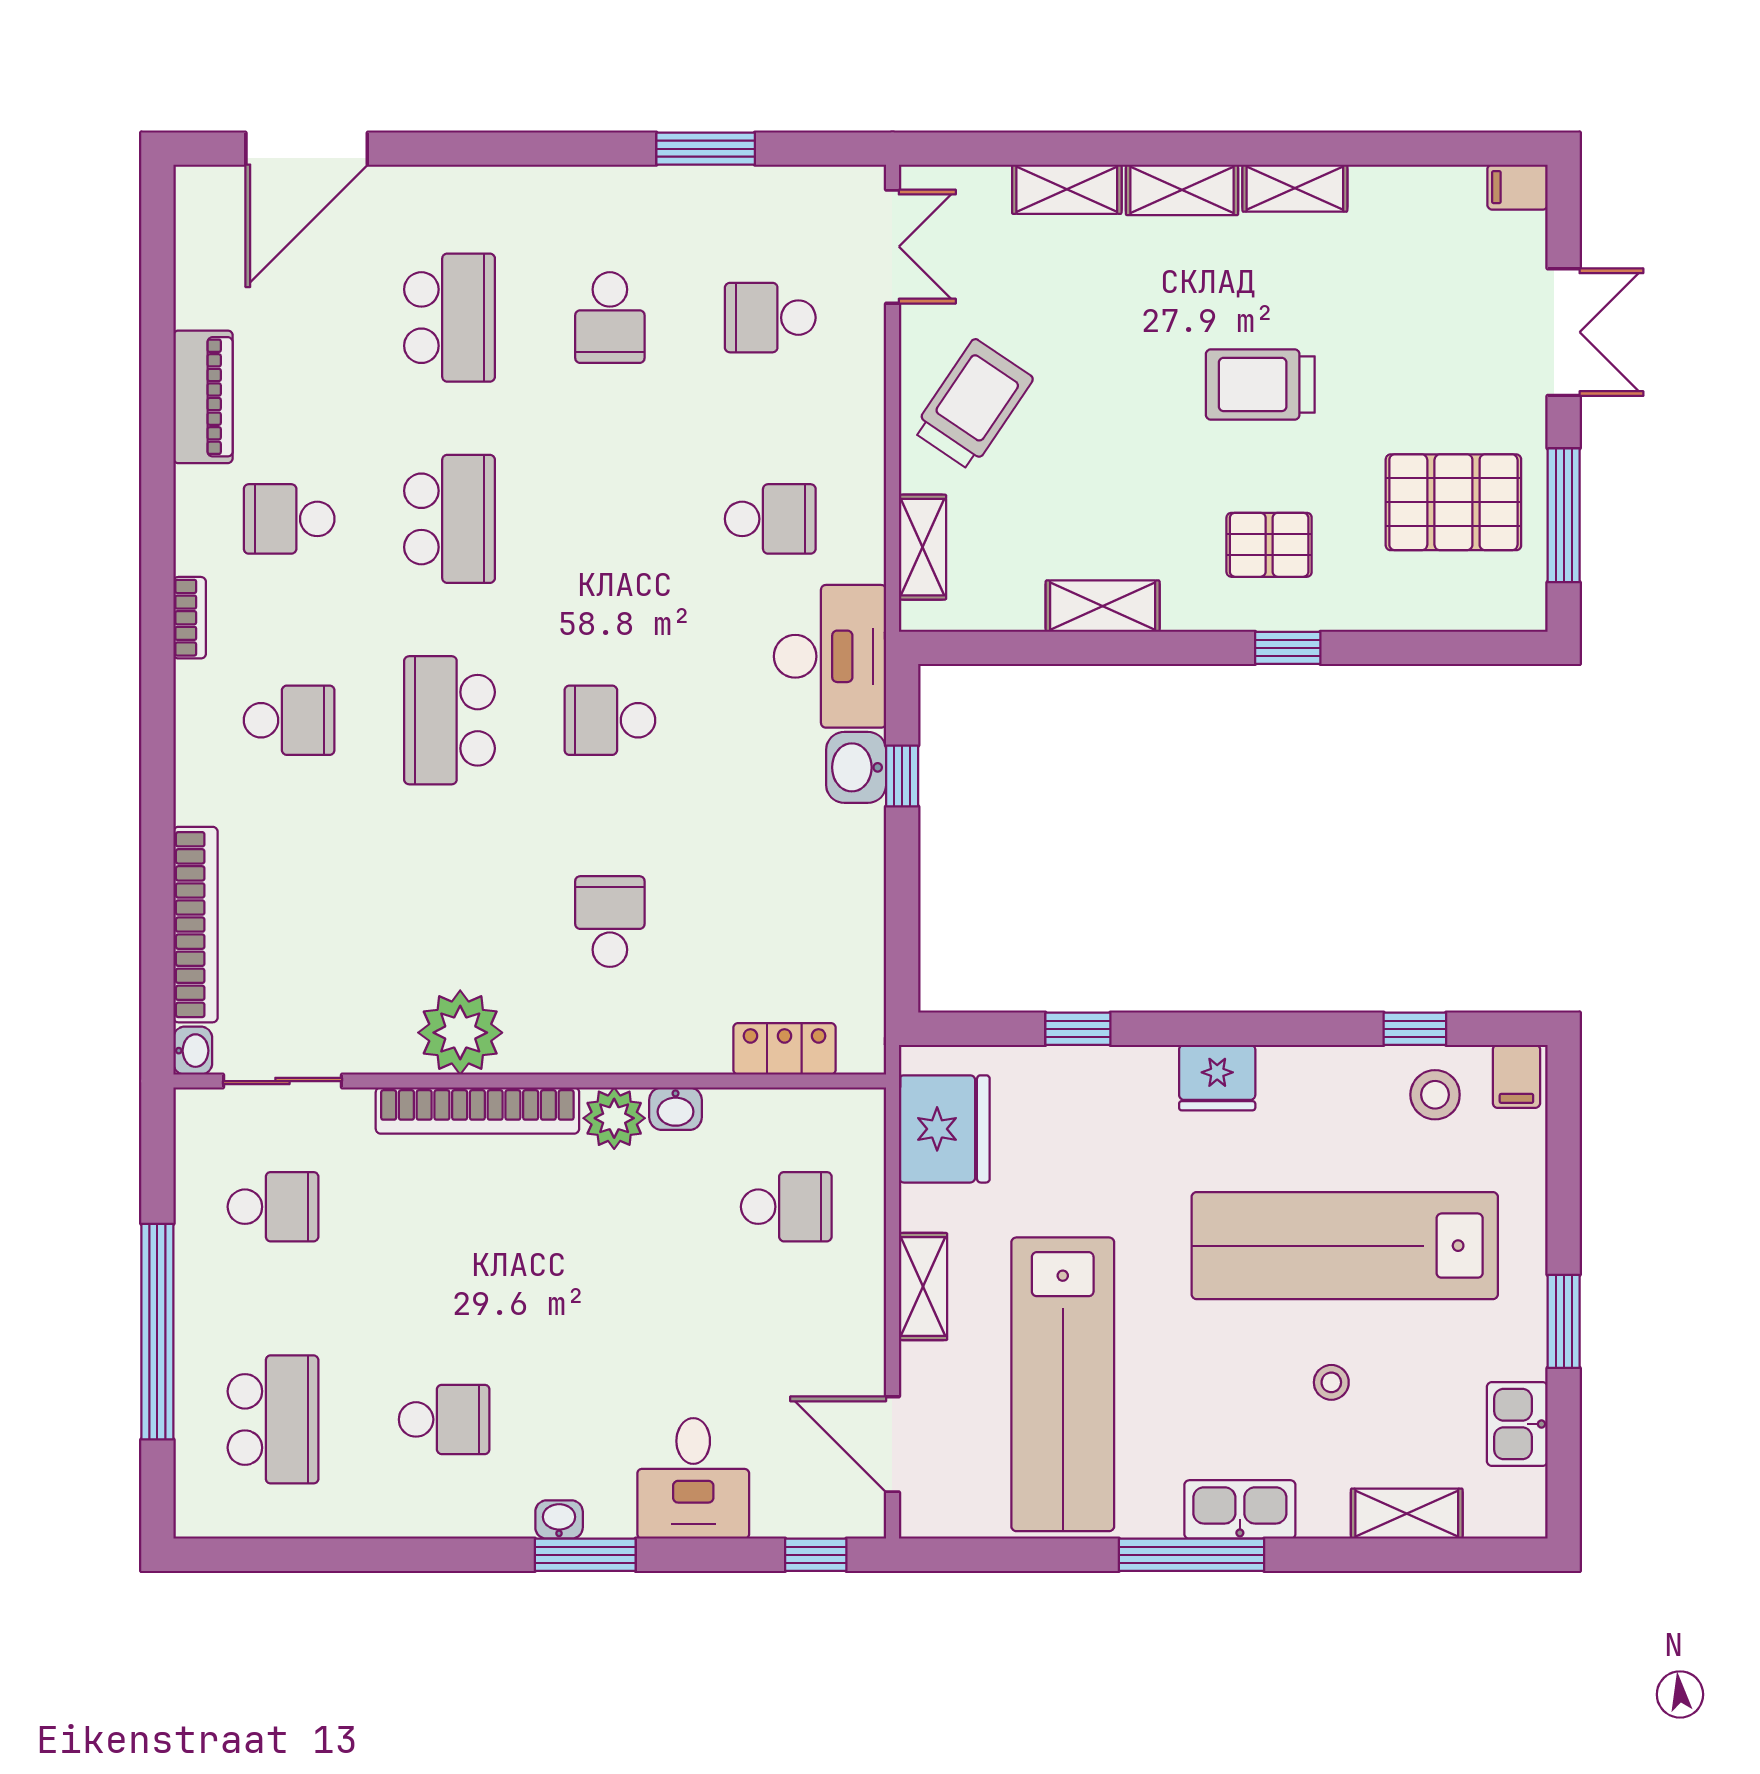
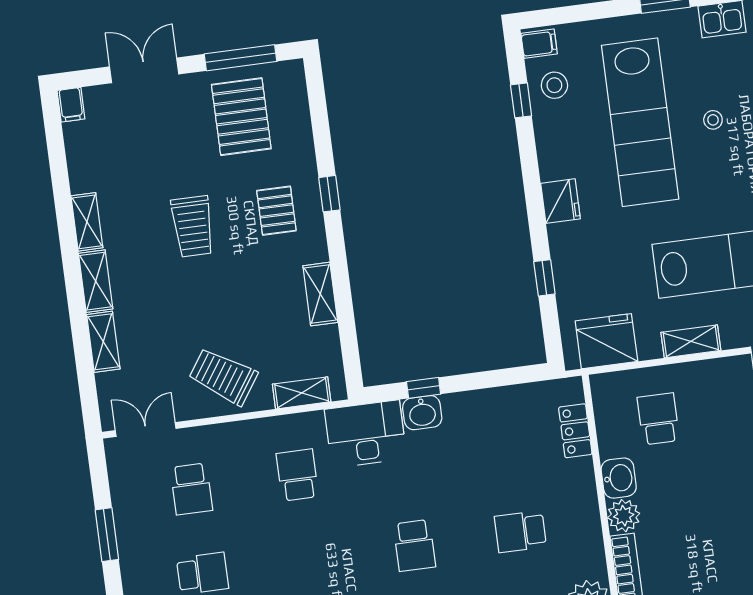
washbasin: (676, 1109) -> (619, 478), width x1.38, depth x1.45

